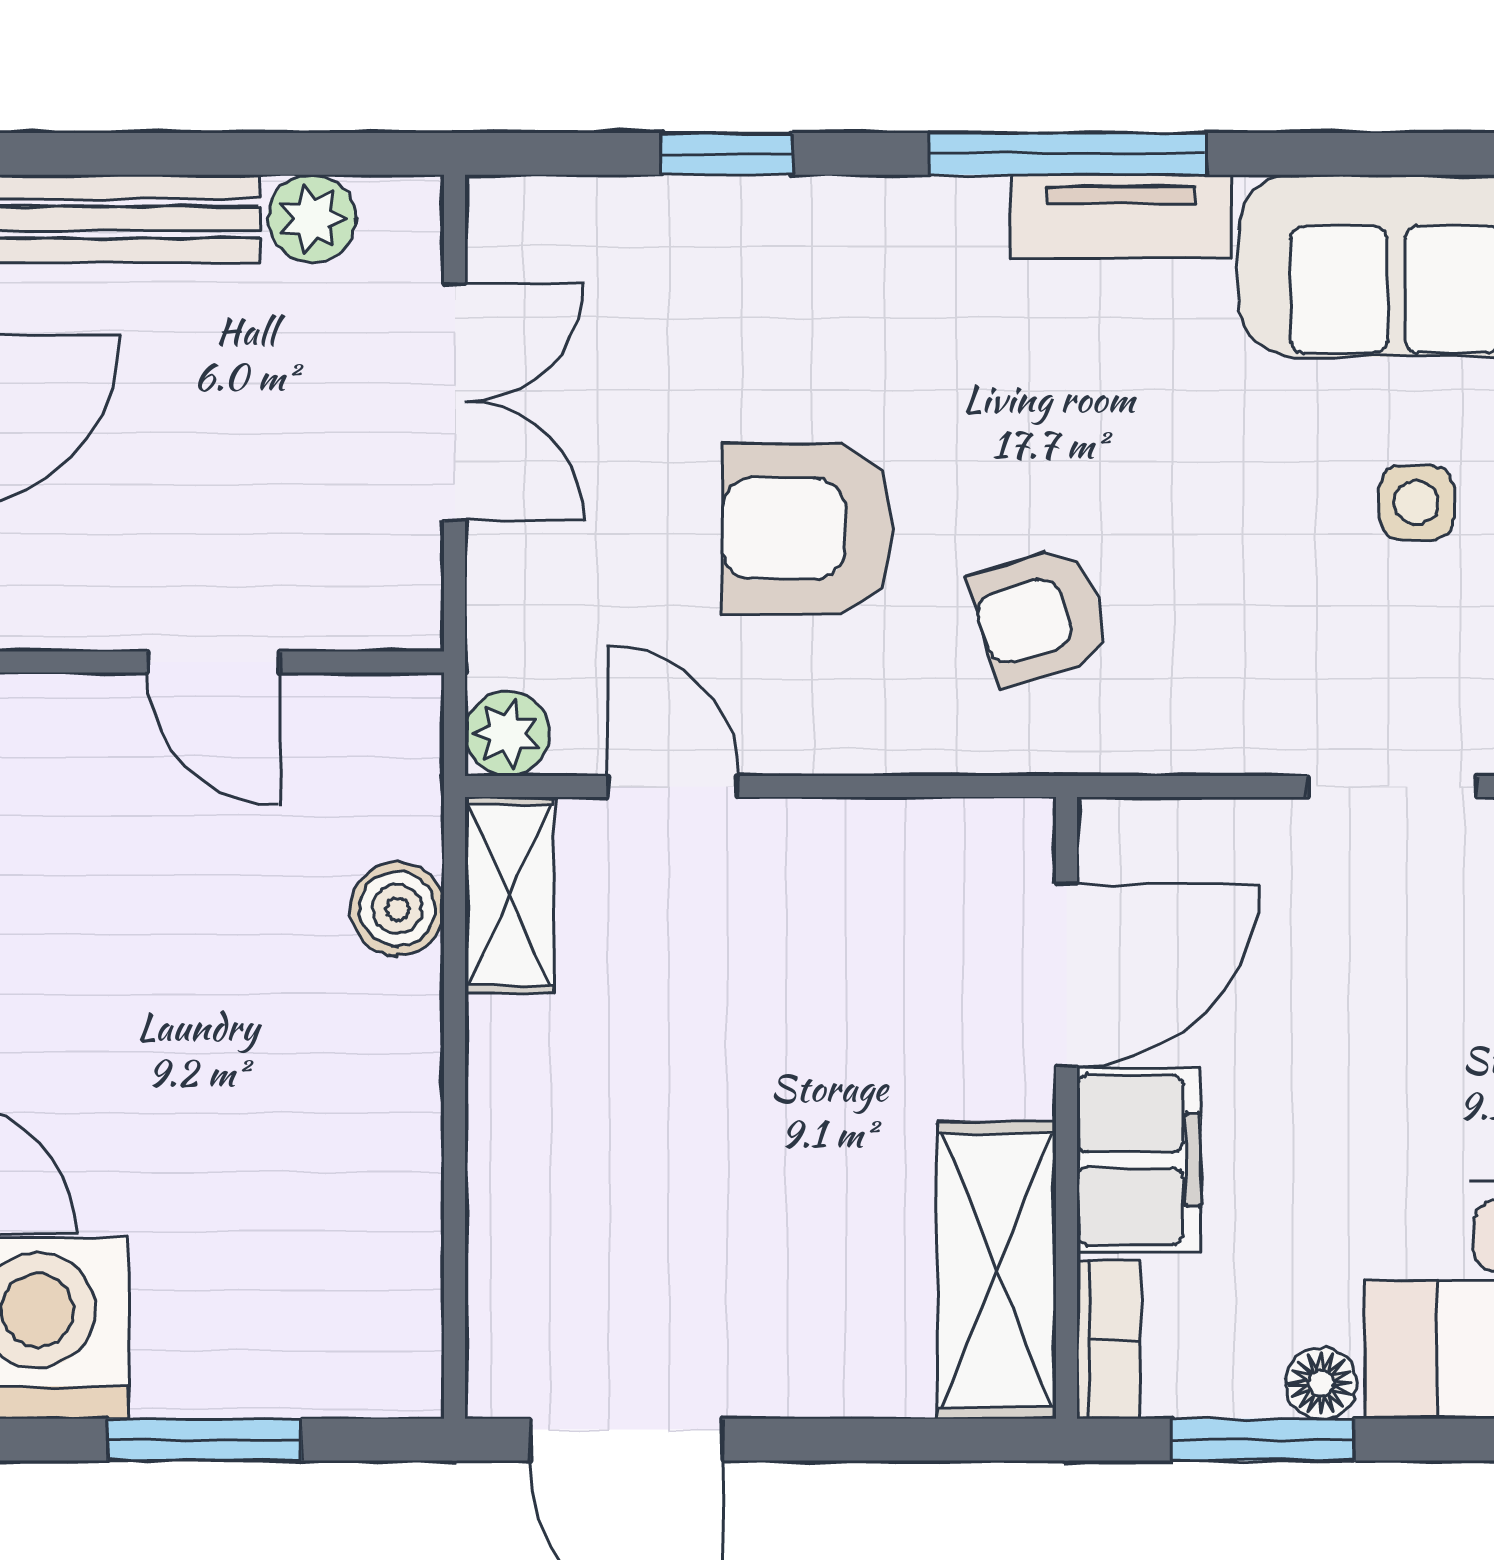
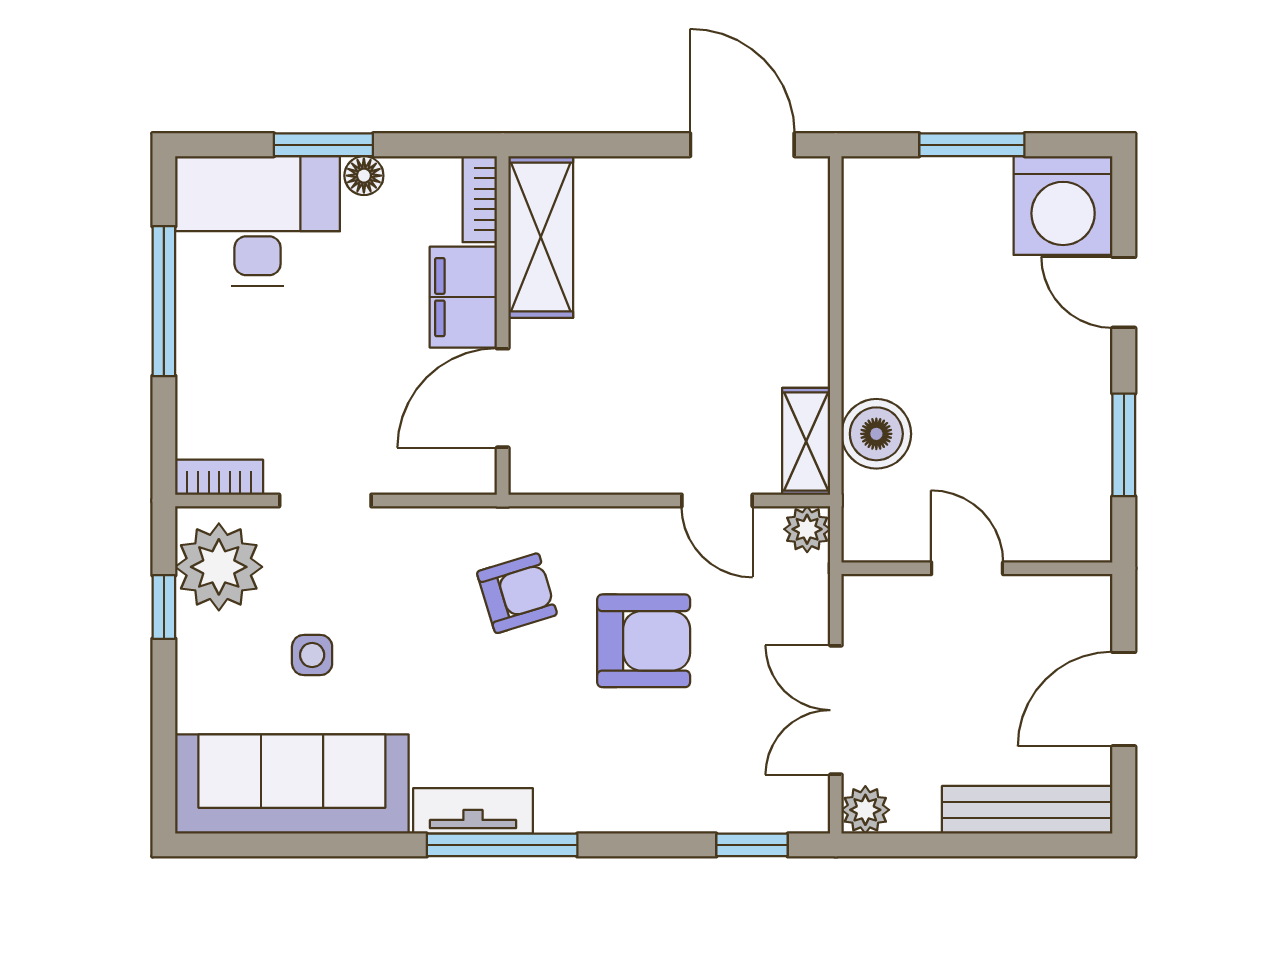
window: (727, 154) -> (752, 845), moved
plant: (312, 218) -> (865, 810), moved
boiler: (397, 909) -> (876, 434), width x1.36, depth x1.36
window: (1263, 1440) -> (323, 145), moved

